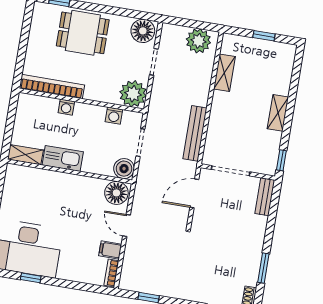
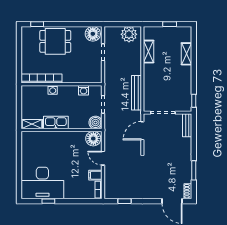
plant: (133, 94) -> (93, 74), removed
shelving: (278, 113) -> (186, 54), moved

